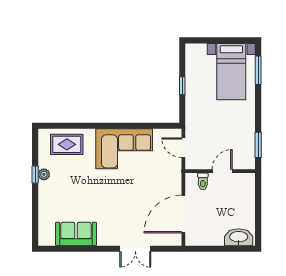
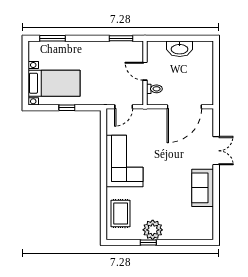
bed with nightstands: (231, 72) -> (54, 83), moved
plant: (44, 174) -> (153, 230), width x1.87, depth x1.87
door: (183, 214) -> (184, 107), hinge flipped
sofa: (76, 234) -> (203, 188), moved
washbasin: (239, 237) -> (180, 49), moved, turned -90

